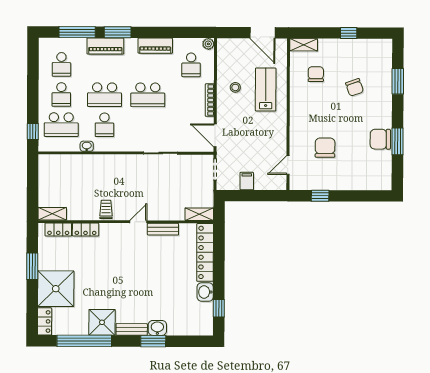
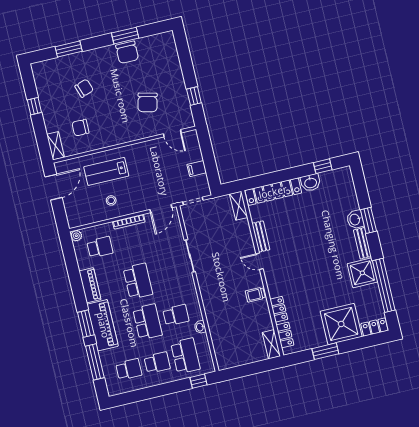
piano: (105, 46) -> (103, 325), width x1.37, depth x1.33
chair: (325, 148) -> (148, 102), turned -76

